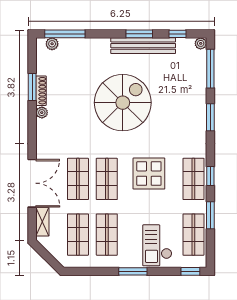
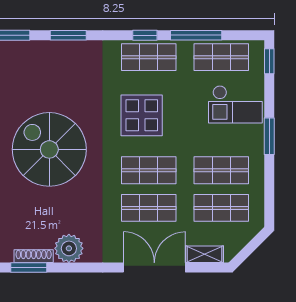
plant: (42, 113) -> (69, 248), width x1.88, depth x1.88
window: (210, 215) -> (196, 35), width x1.44

